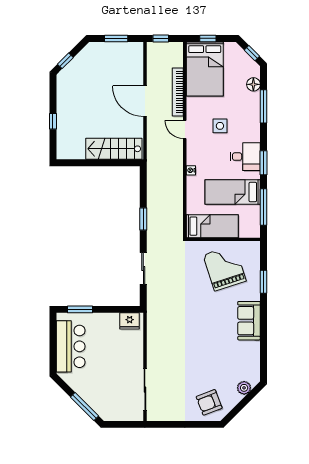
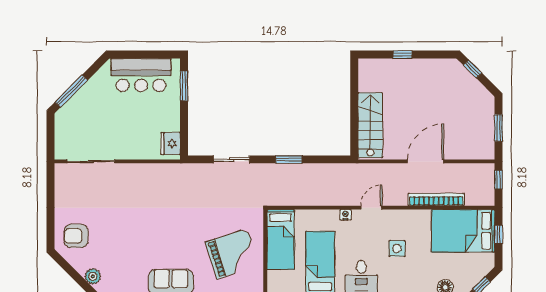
door: (185, 130) -> (371, 208), moved
armchair: (209, 402) -> (76, 236), turned -69

